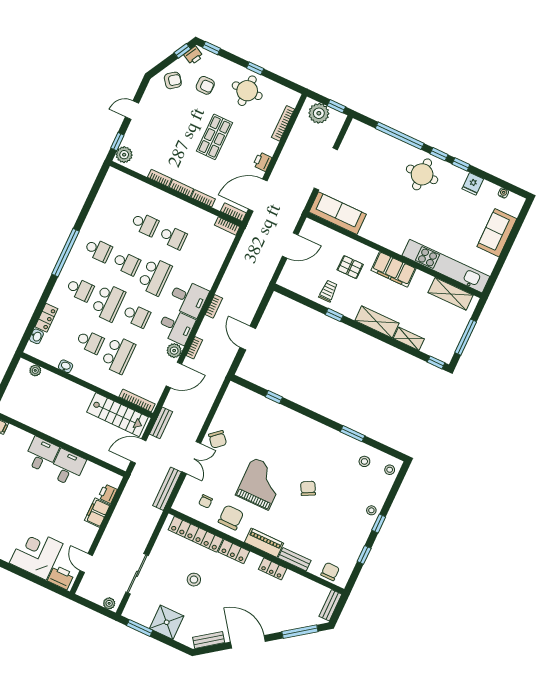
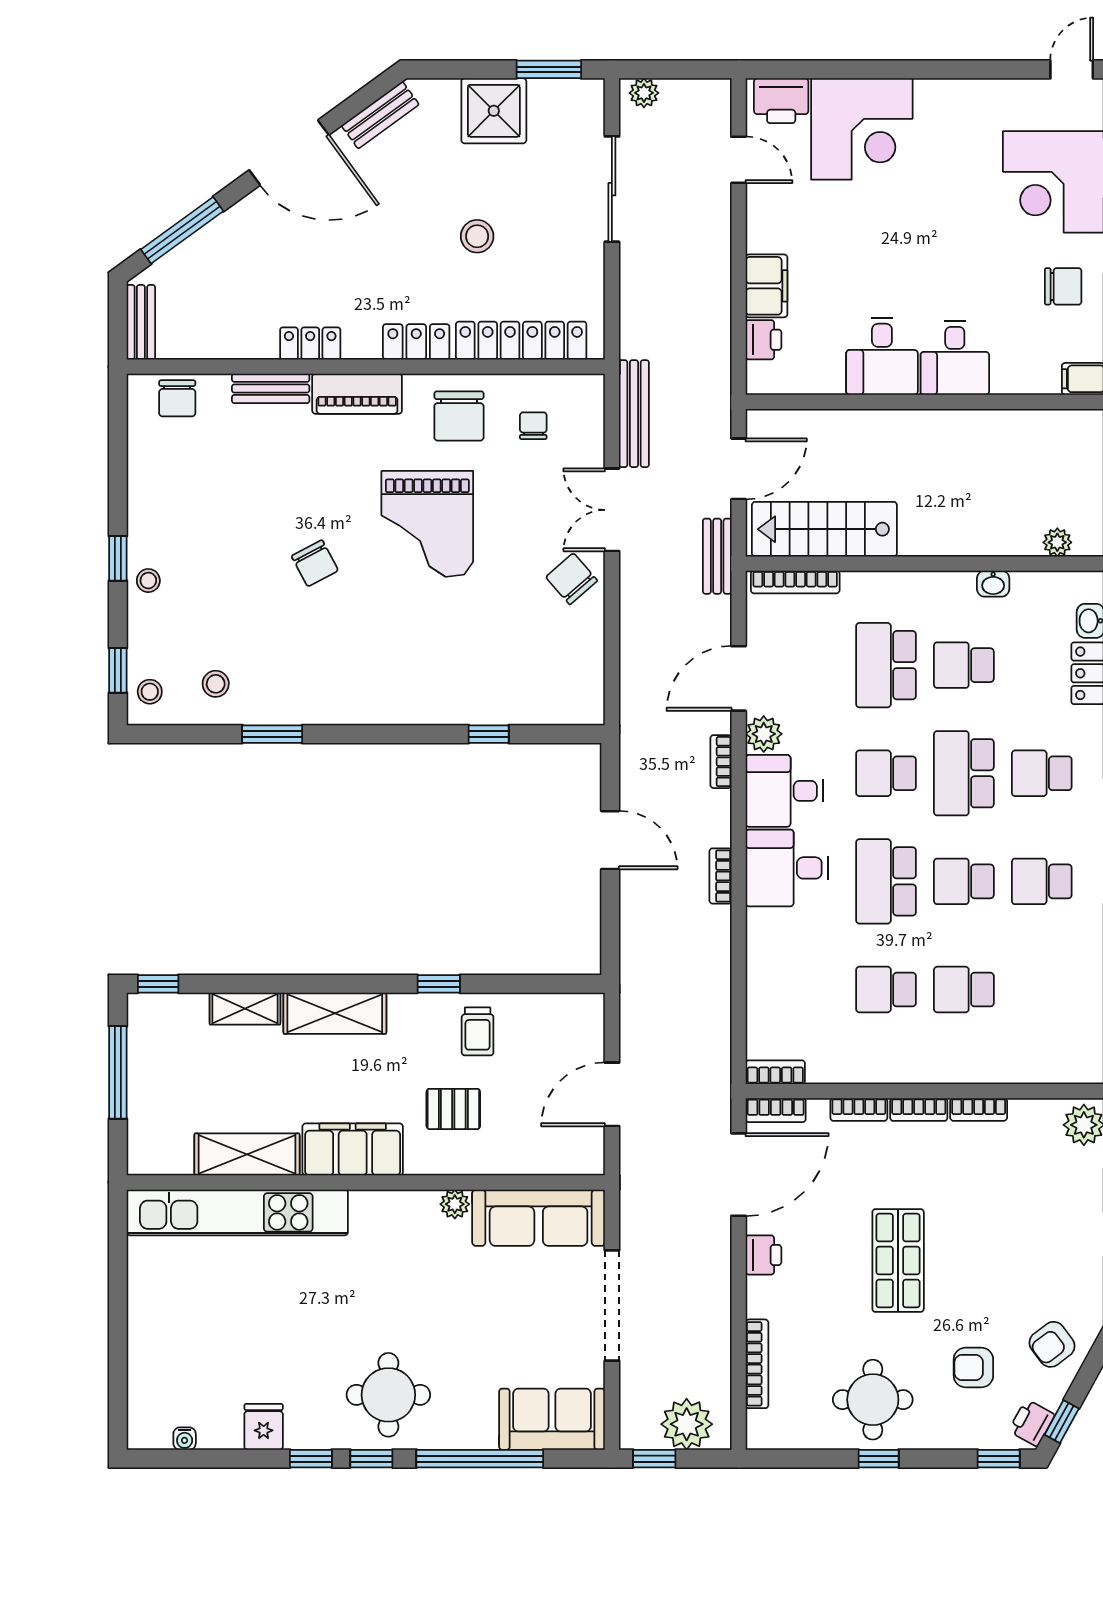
plant: (366, 232) -> (455, 1204), added
sofa: (497, 233) -> (552, 1419), moved, turned -90
shelving: (451, 294) -> (247, 1154), moved
window: (364, 555) -> (118, 670), moved

